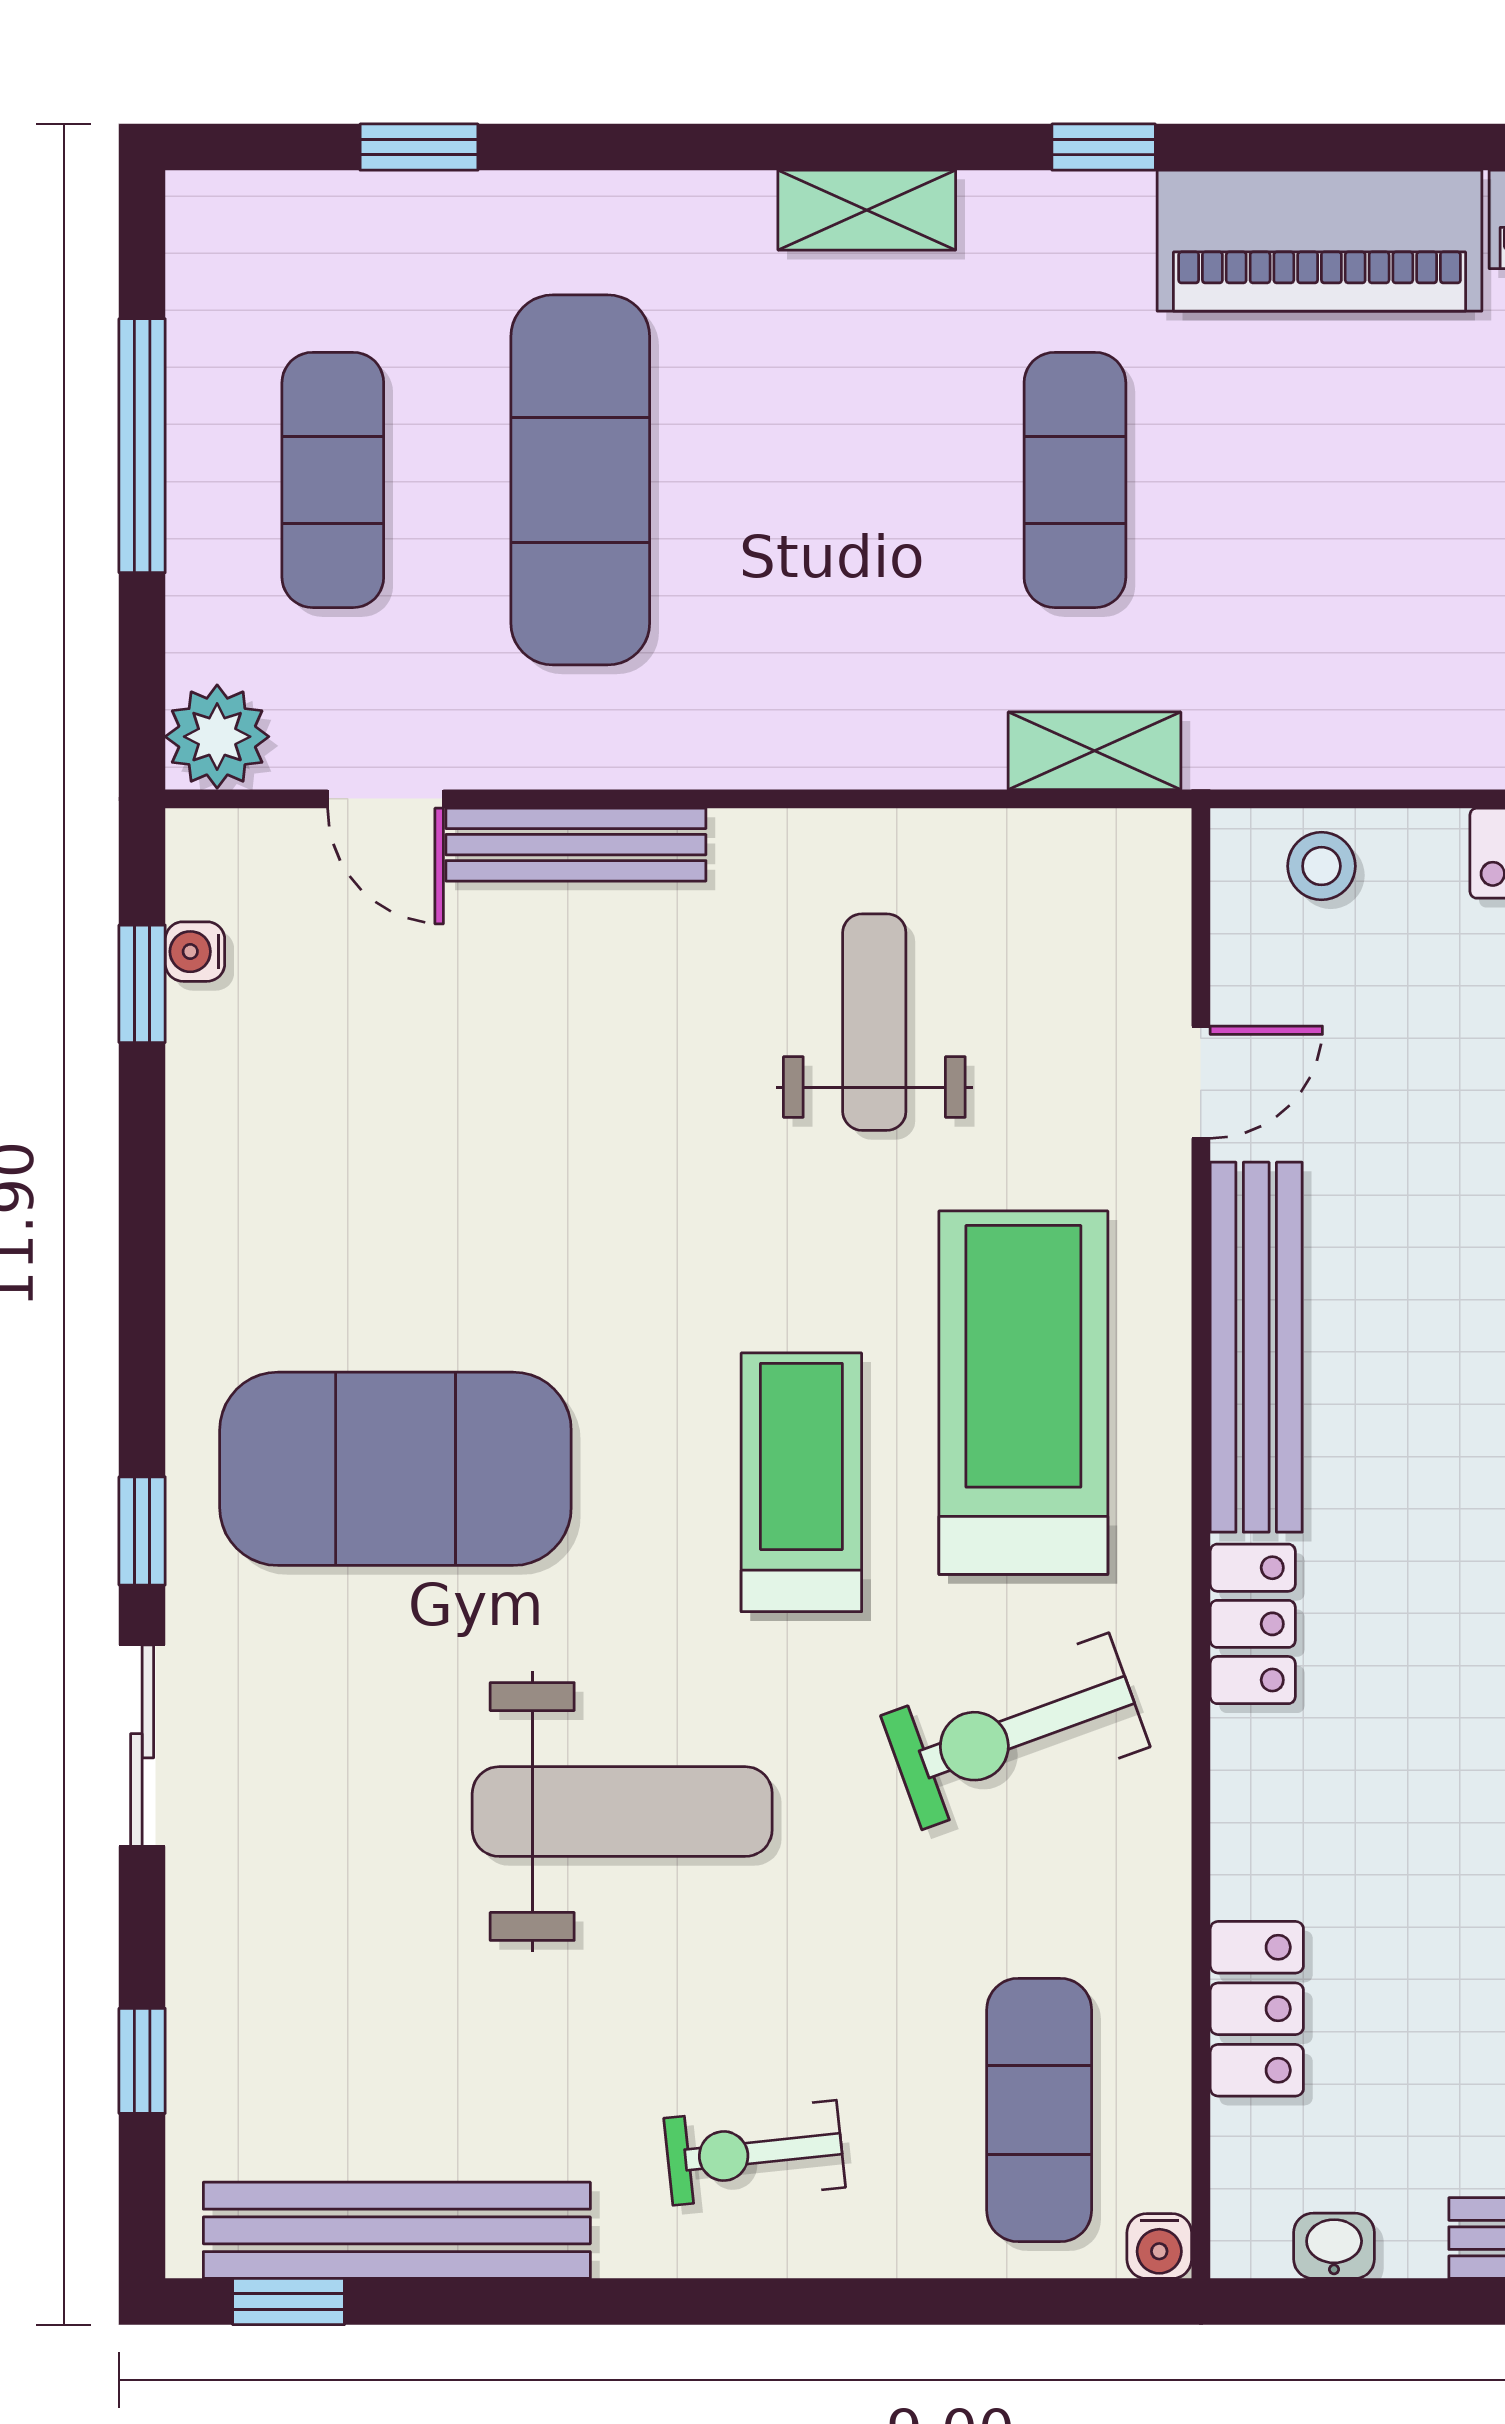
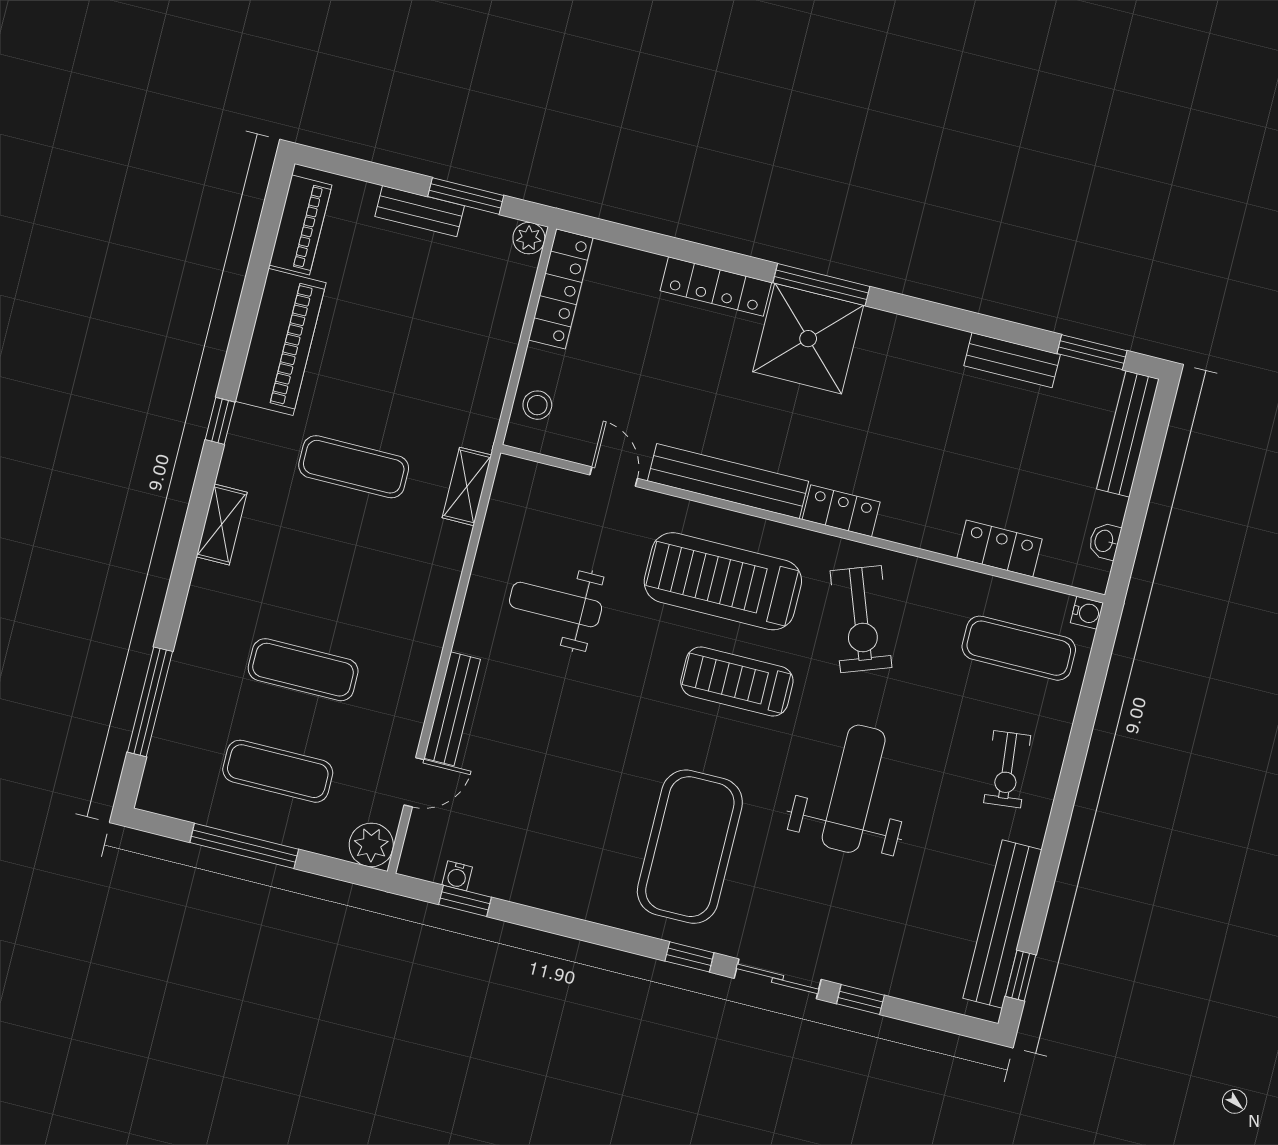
window: (419, 147) -> (150, 702), width x2.17
exercise mat: (580, 480) -> (303, 670), width x0.73, depth x0.69
window: (142, 2061) -> (860, 1000), moved

